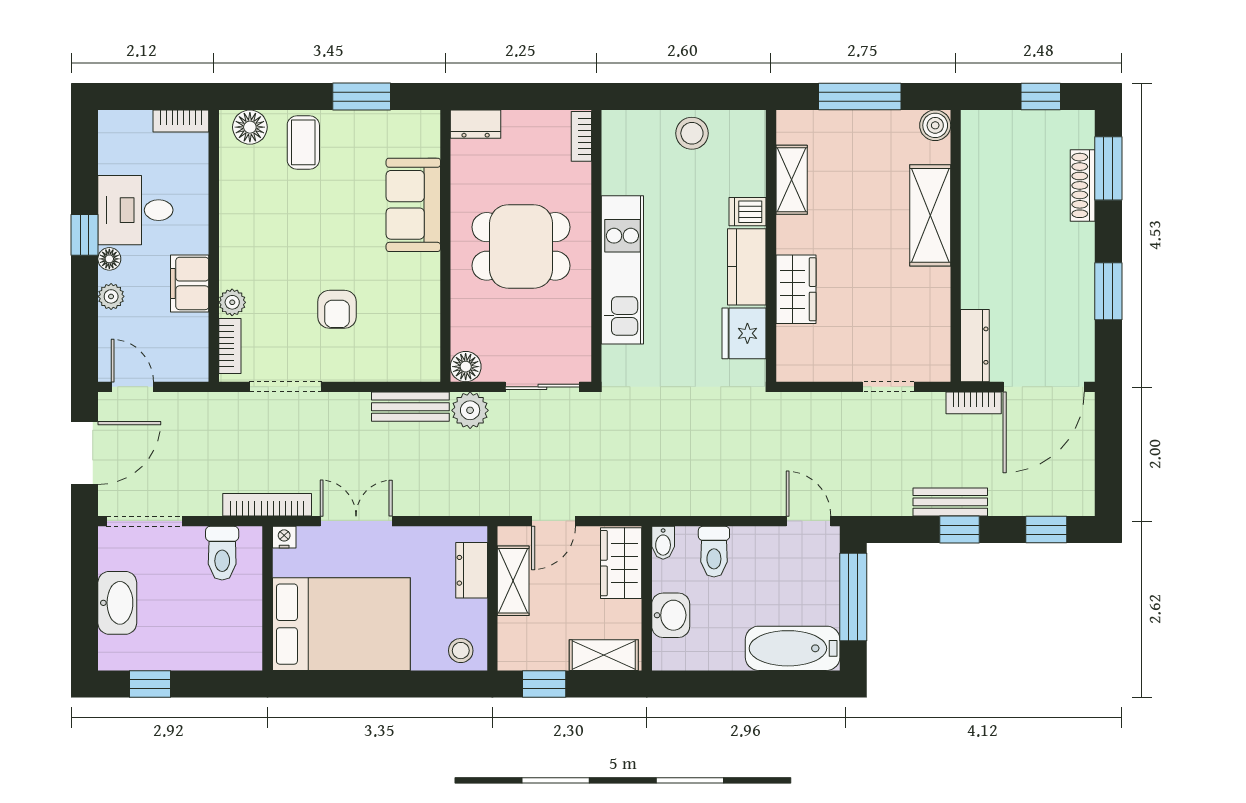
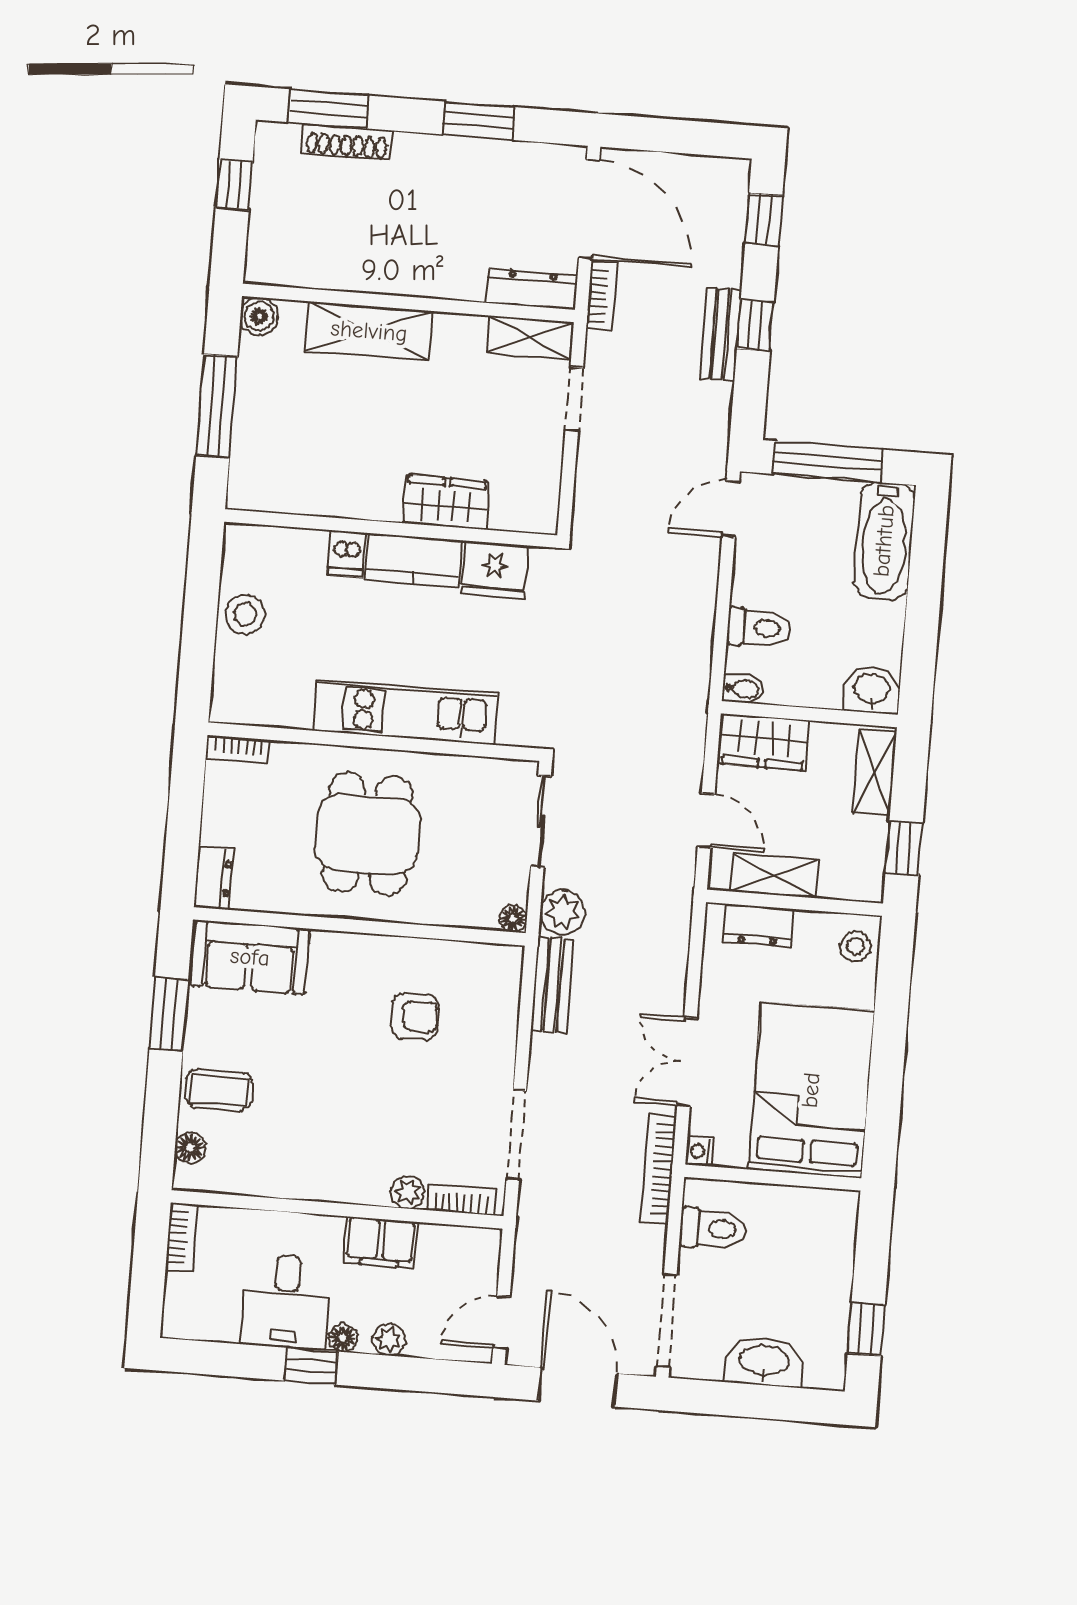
floor lamp: (250, 127) -> (190, 1148), width x0.73, depth x0.73
shelving: (792, 180) -> (530, 338), moved
sofa: (413, 205) -> (250, 957), moved
armchair: (337, 309) -> (415, 1016), moved
floor lamp: (466, 367) -> (513, 919), width x0.73, depth x0.73
washbasin: (671, 615) -> (871, 690), moved

